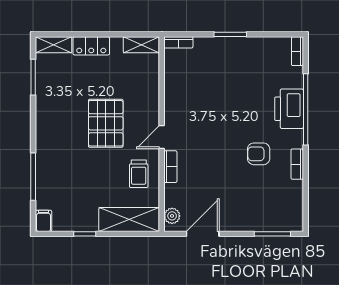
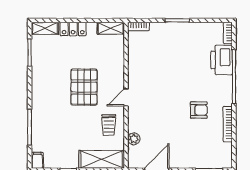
printer: (289, 109) -> (222, 60), moved
armchair: (259, 154) -> (199, 110), turned 180
bookcase: (297, 164) -> (228, 124), width x1.56
bookcase: (170, 167) -> (133, 120), removed
plant: (172, 216) -> (134, 139), moved

